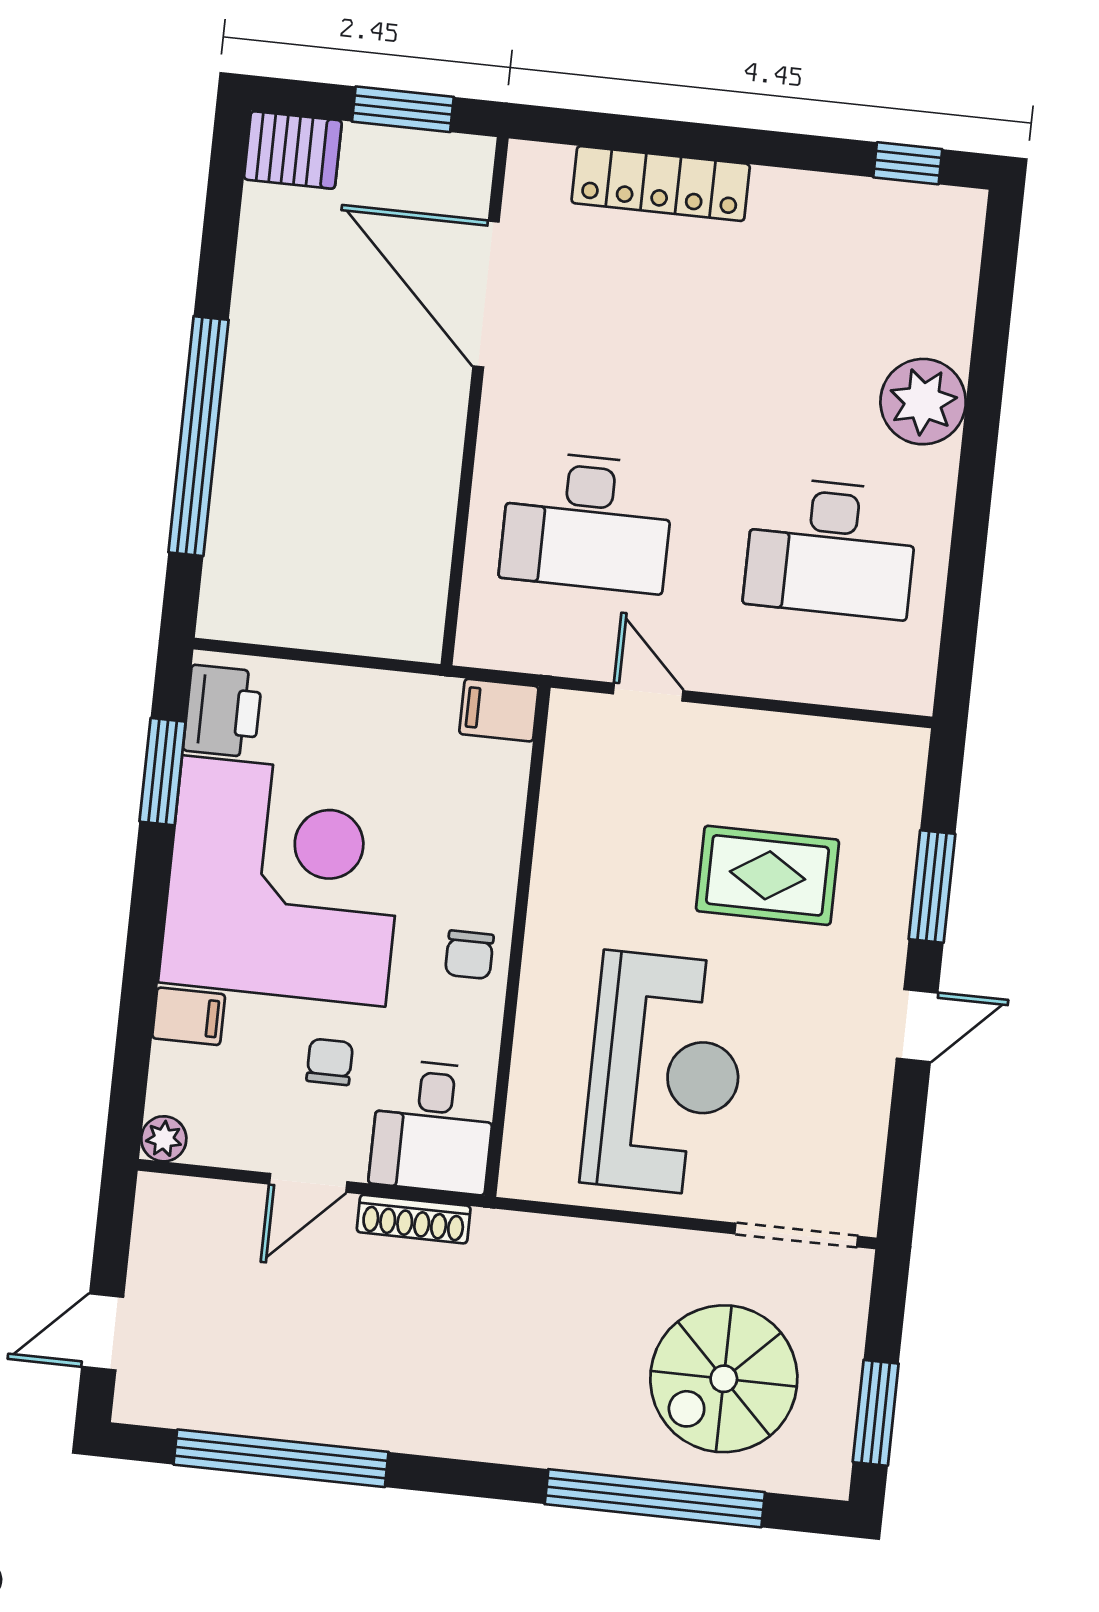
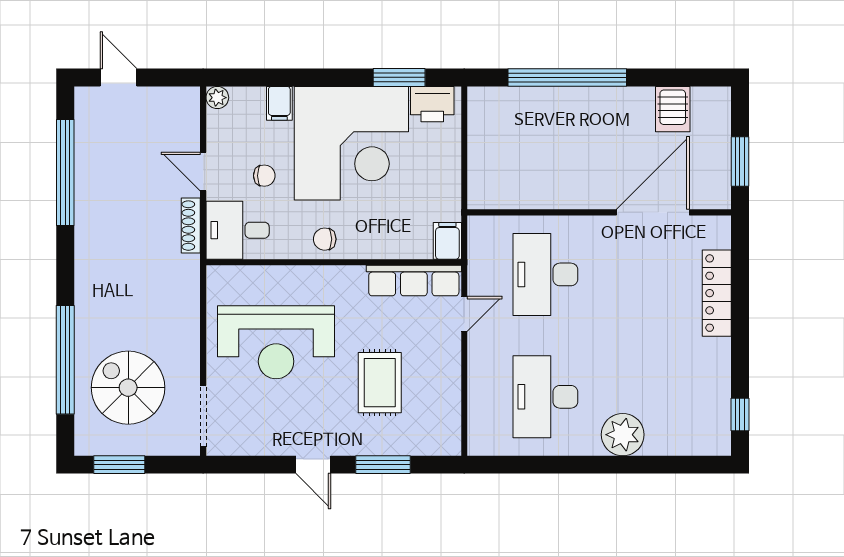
server rack: (293, 150) -> (673, 109), moved
row of seats: (571, 786) -> (414, 281), added

